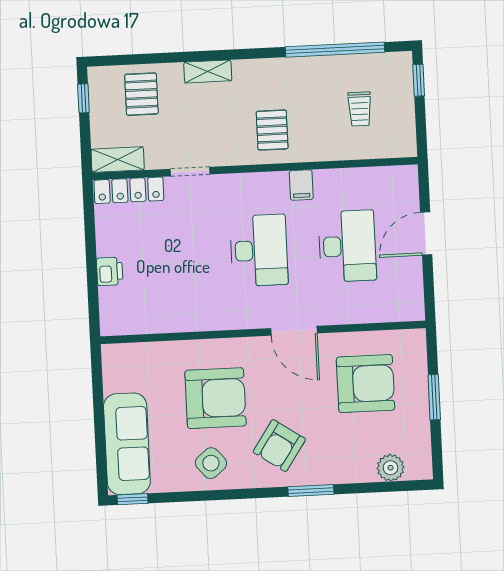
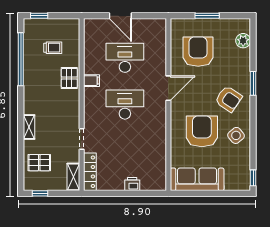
pallet: (272, 130) -> (69, 78), moved, turned 90
sofa: (127, 444) -> (197, 179), moved

